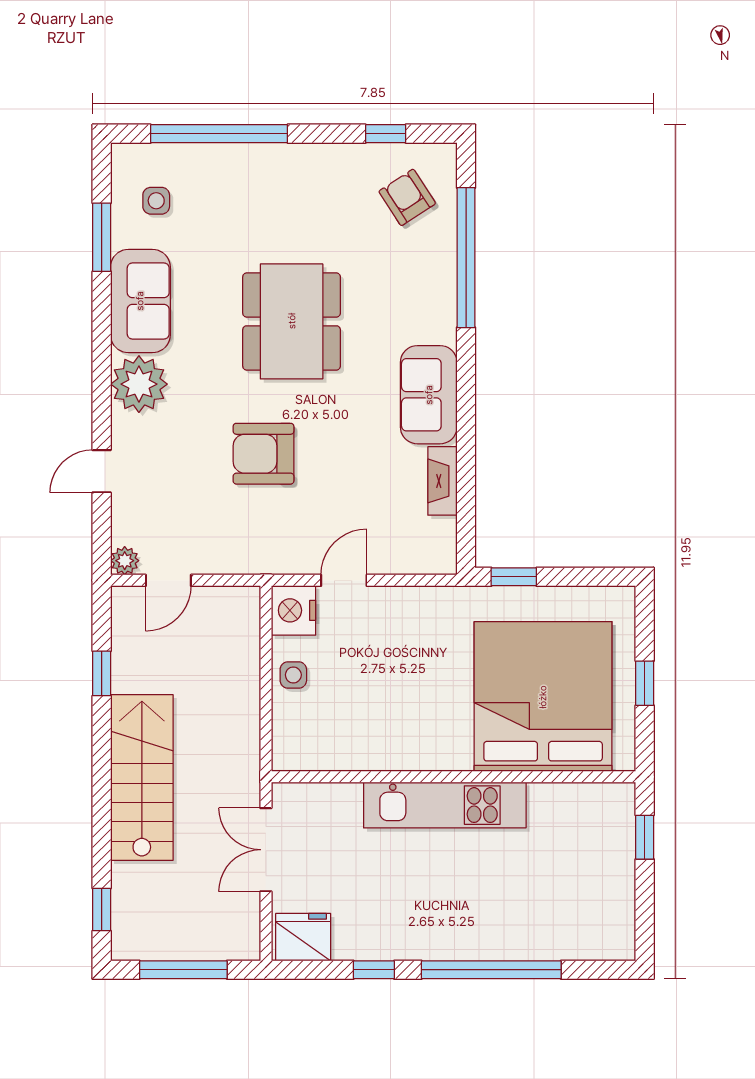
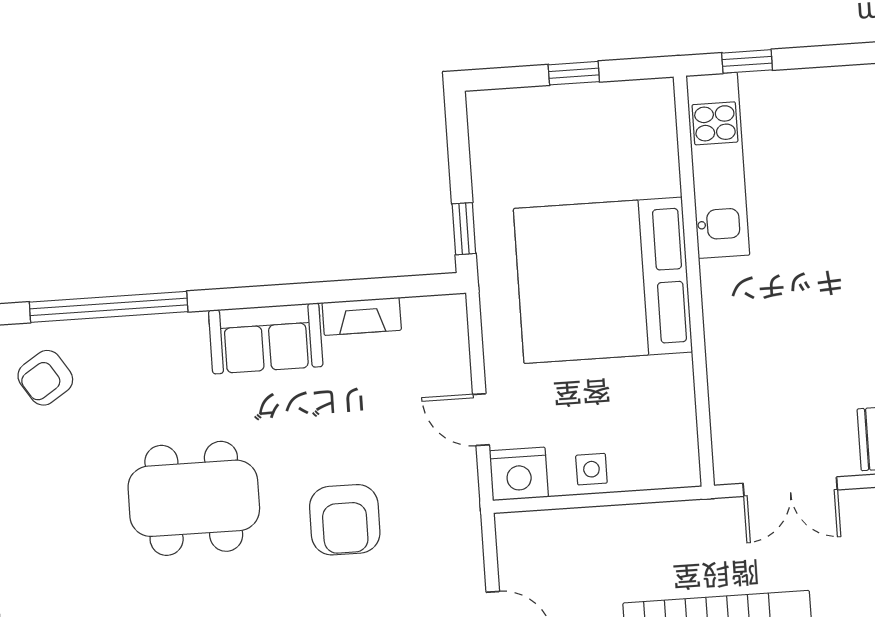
bed: (543, 697) -> (603, 280), moved
kitchen unit: (445, 805) -> (718, 165), moved

